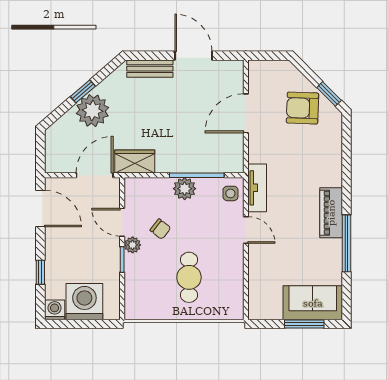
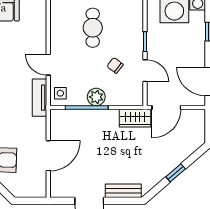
plant: (92, 111) -> (168, 158), removed
plant: (133, 245) -> (137, 53), removed

